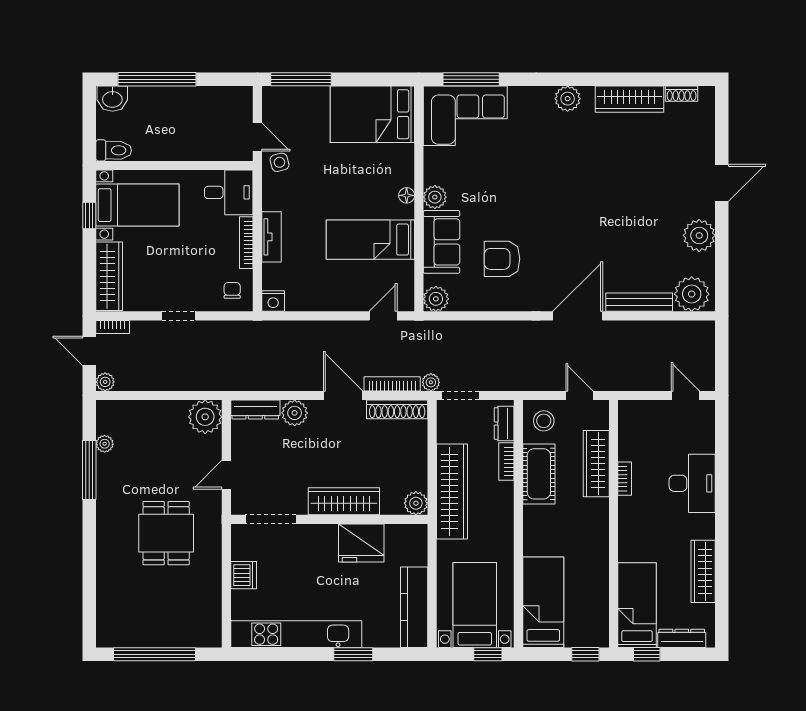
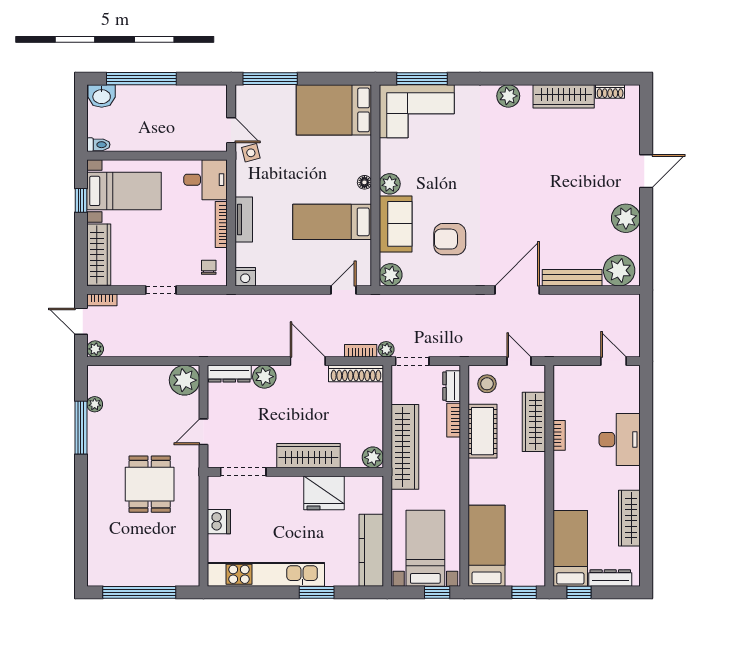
toilet: (114, 150) -> (98, 145), width x0.73, depth x0.72
bookcase: (392, 384) -> (361, 351), width x0.64

